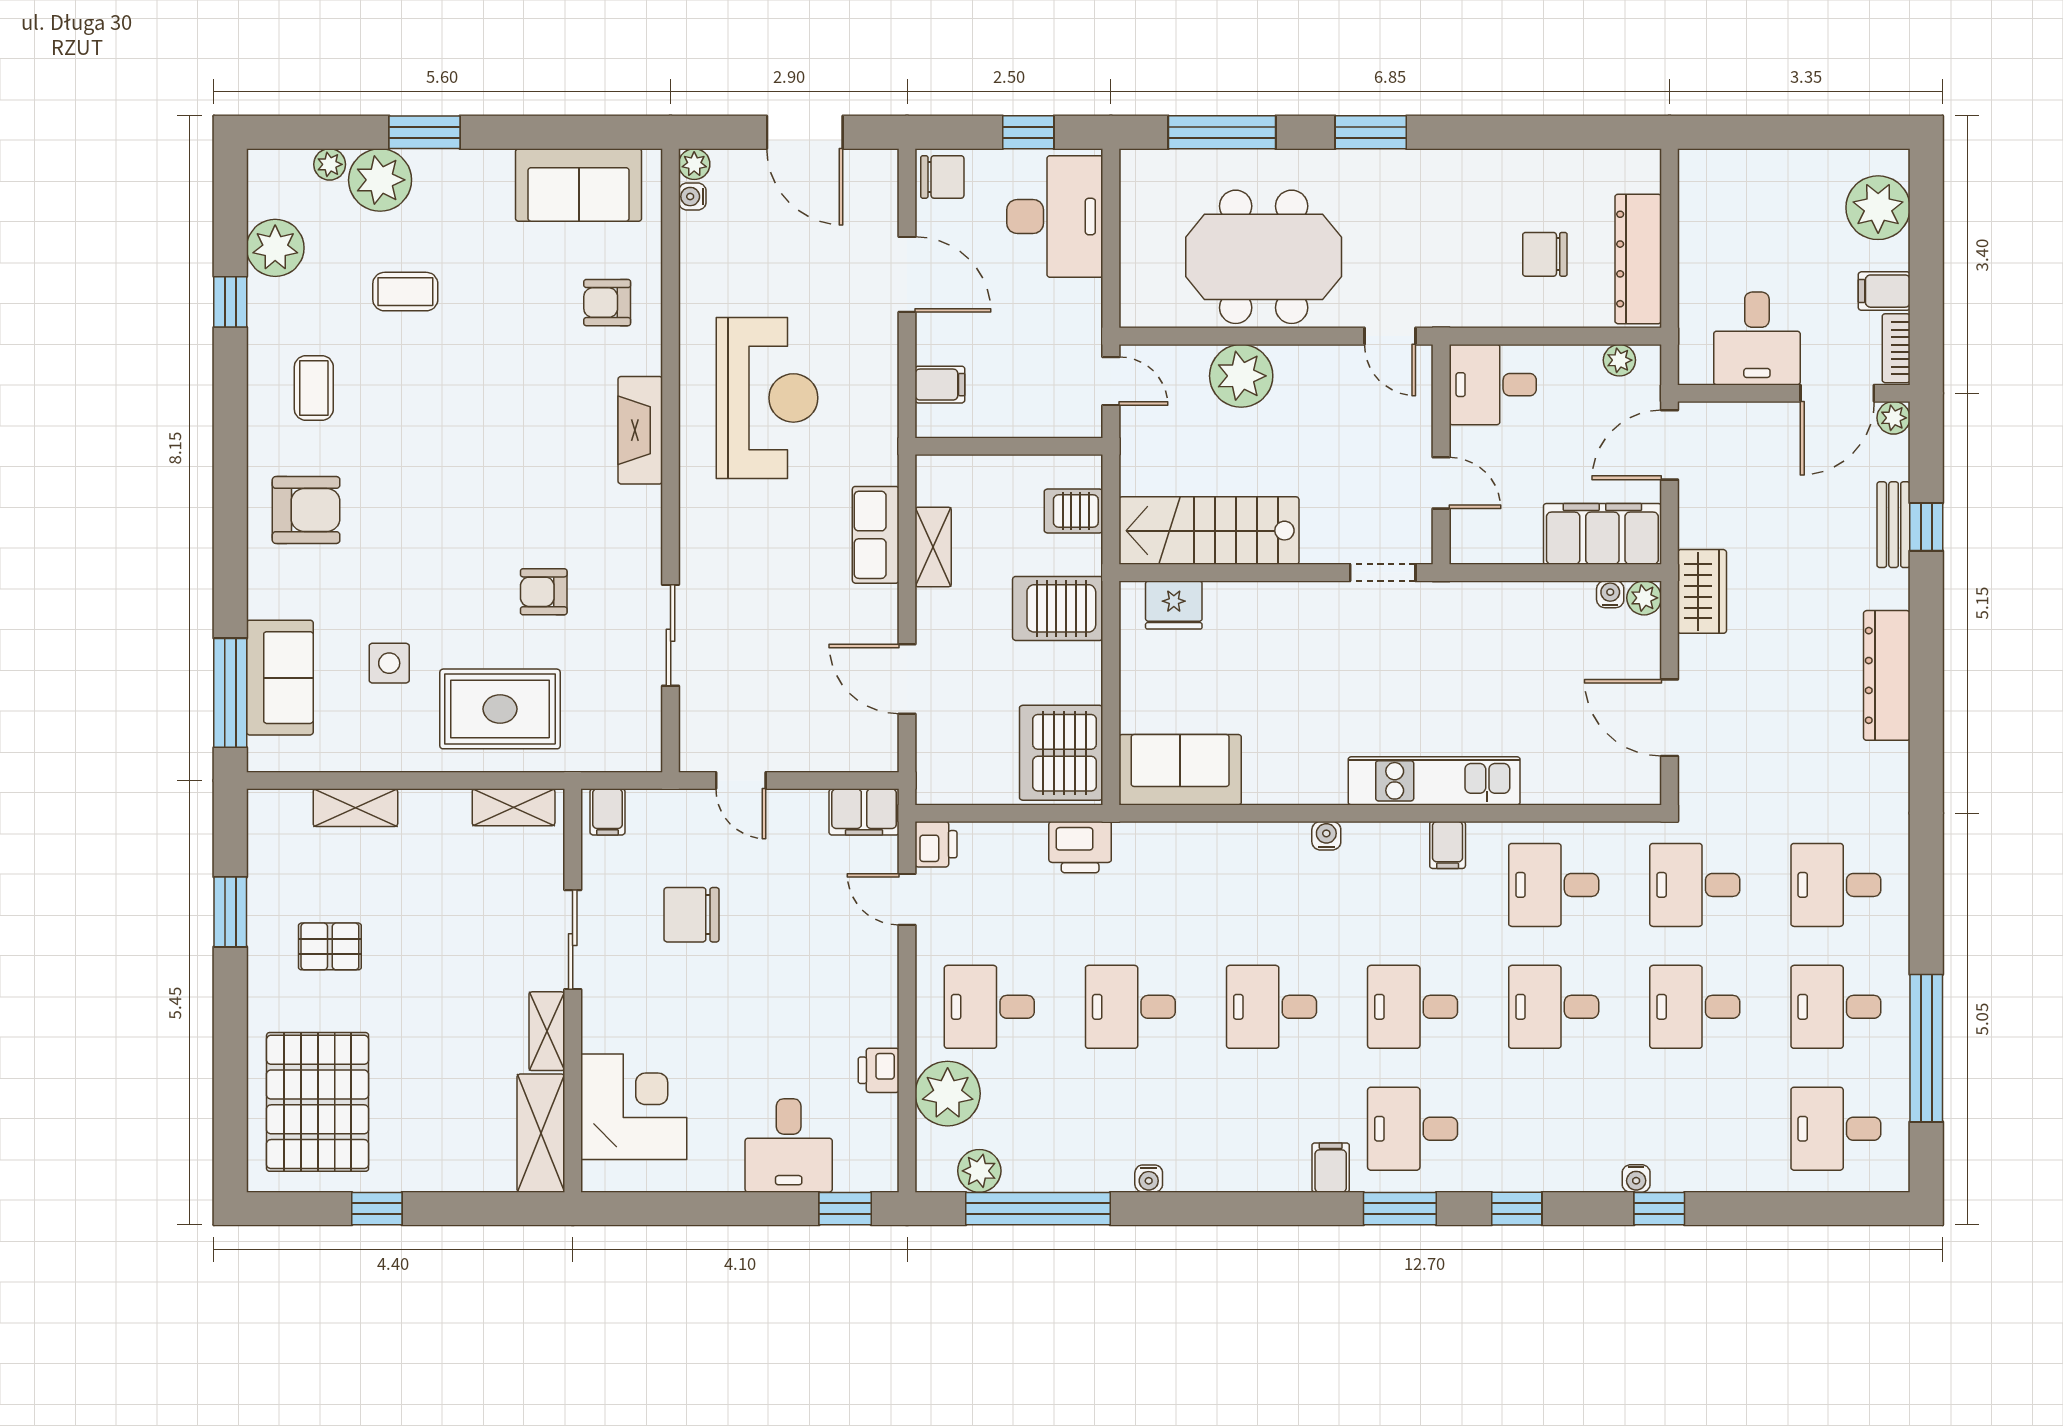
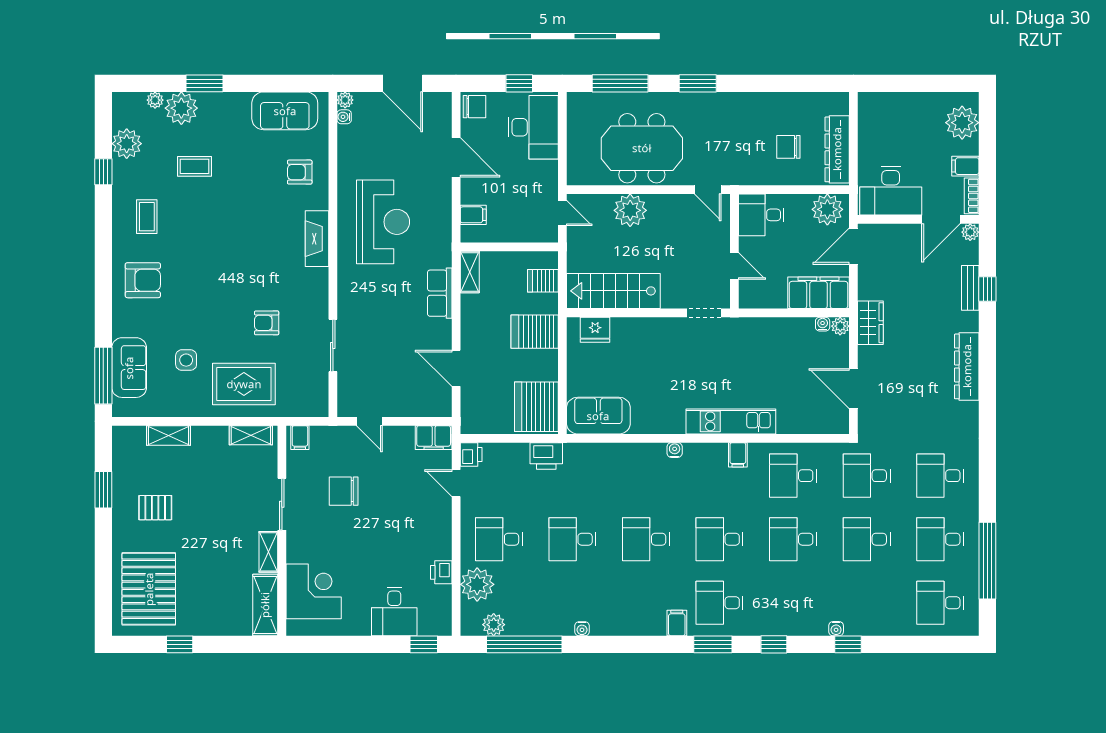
desk: (1757, 339) -> (891, 191), width x1.37
plant: (1619, 360) -> (827, 209), width x1.87, depth x1.87
shelving: (933, 547) -> (470, 272), moved

